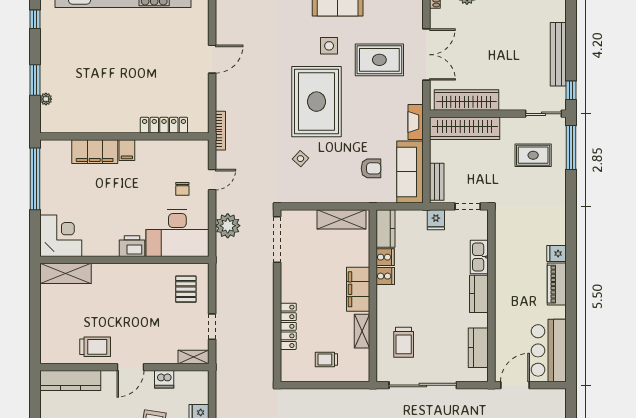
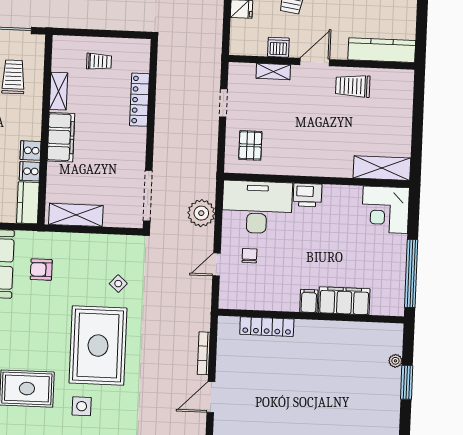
bookcase: (220, 131) -> (204, 353), moved
shelving: (193, 357) -> (273, 72), moved

